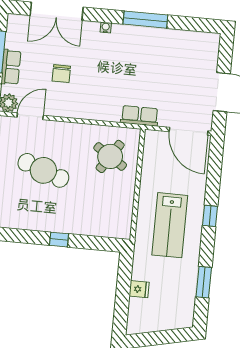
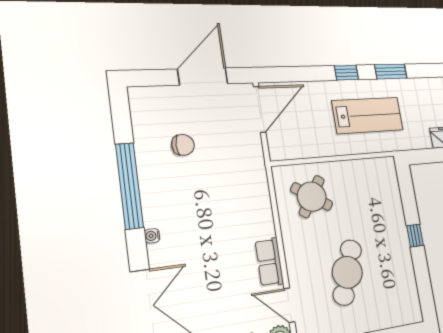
window: (145, 20) -> (129, 186), width x1.46
chair: (61, 74) -> (183, 145), moved
row of seats: (140, 116) -> (269, 262), moved
window: (204, 282) -> (391, 71), moved

